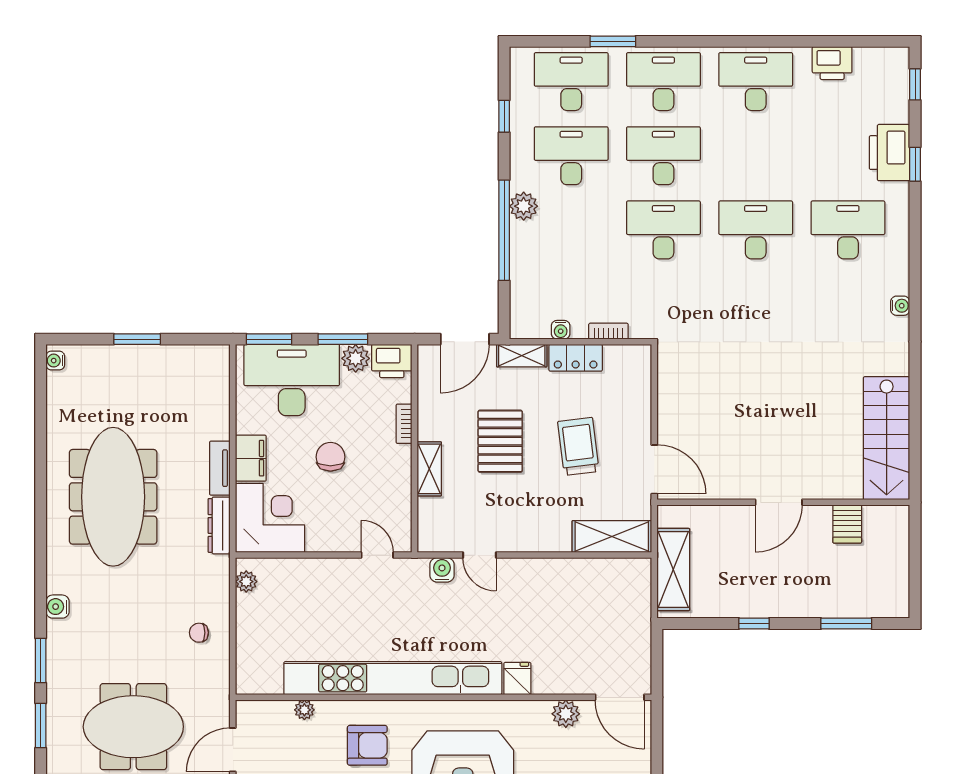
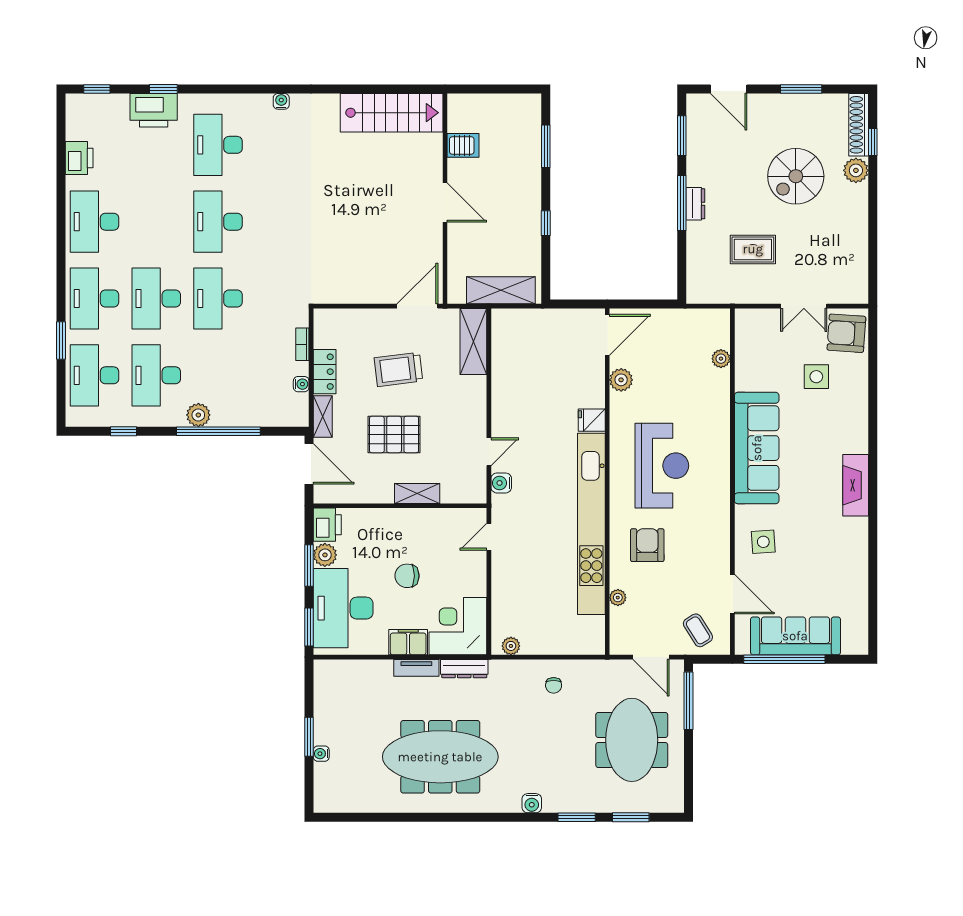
water cooler: (55, 361) -> (321, 754), moved, turned 90
bookcase: (404, 424) -> (379, 515), removed

